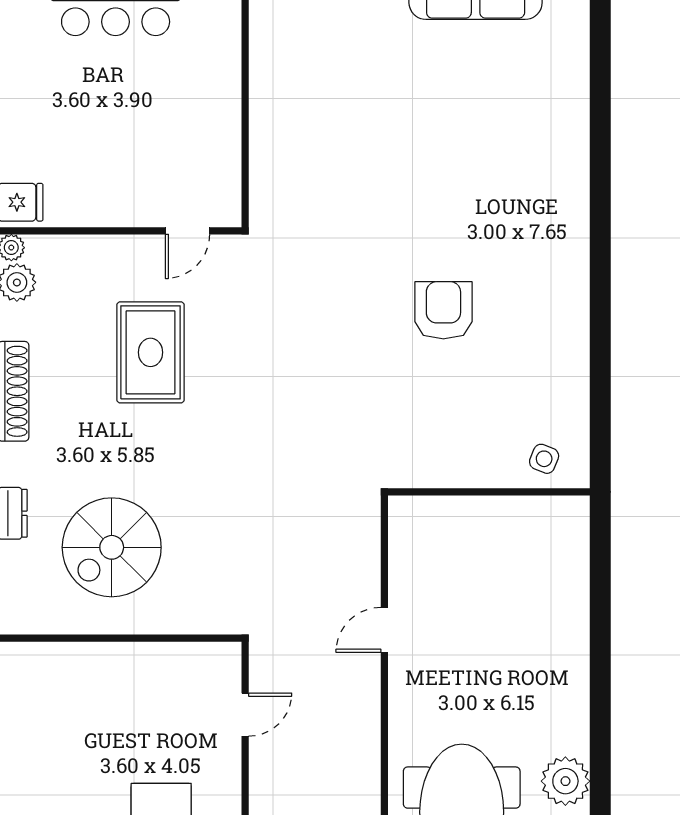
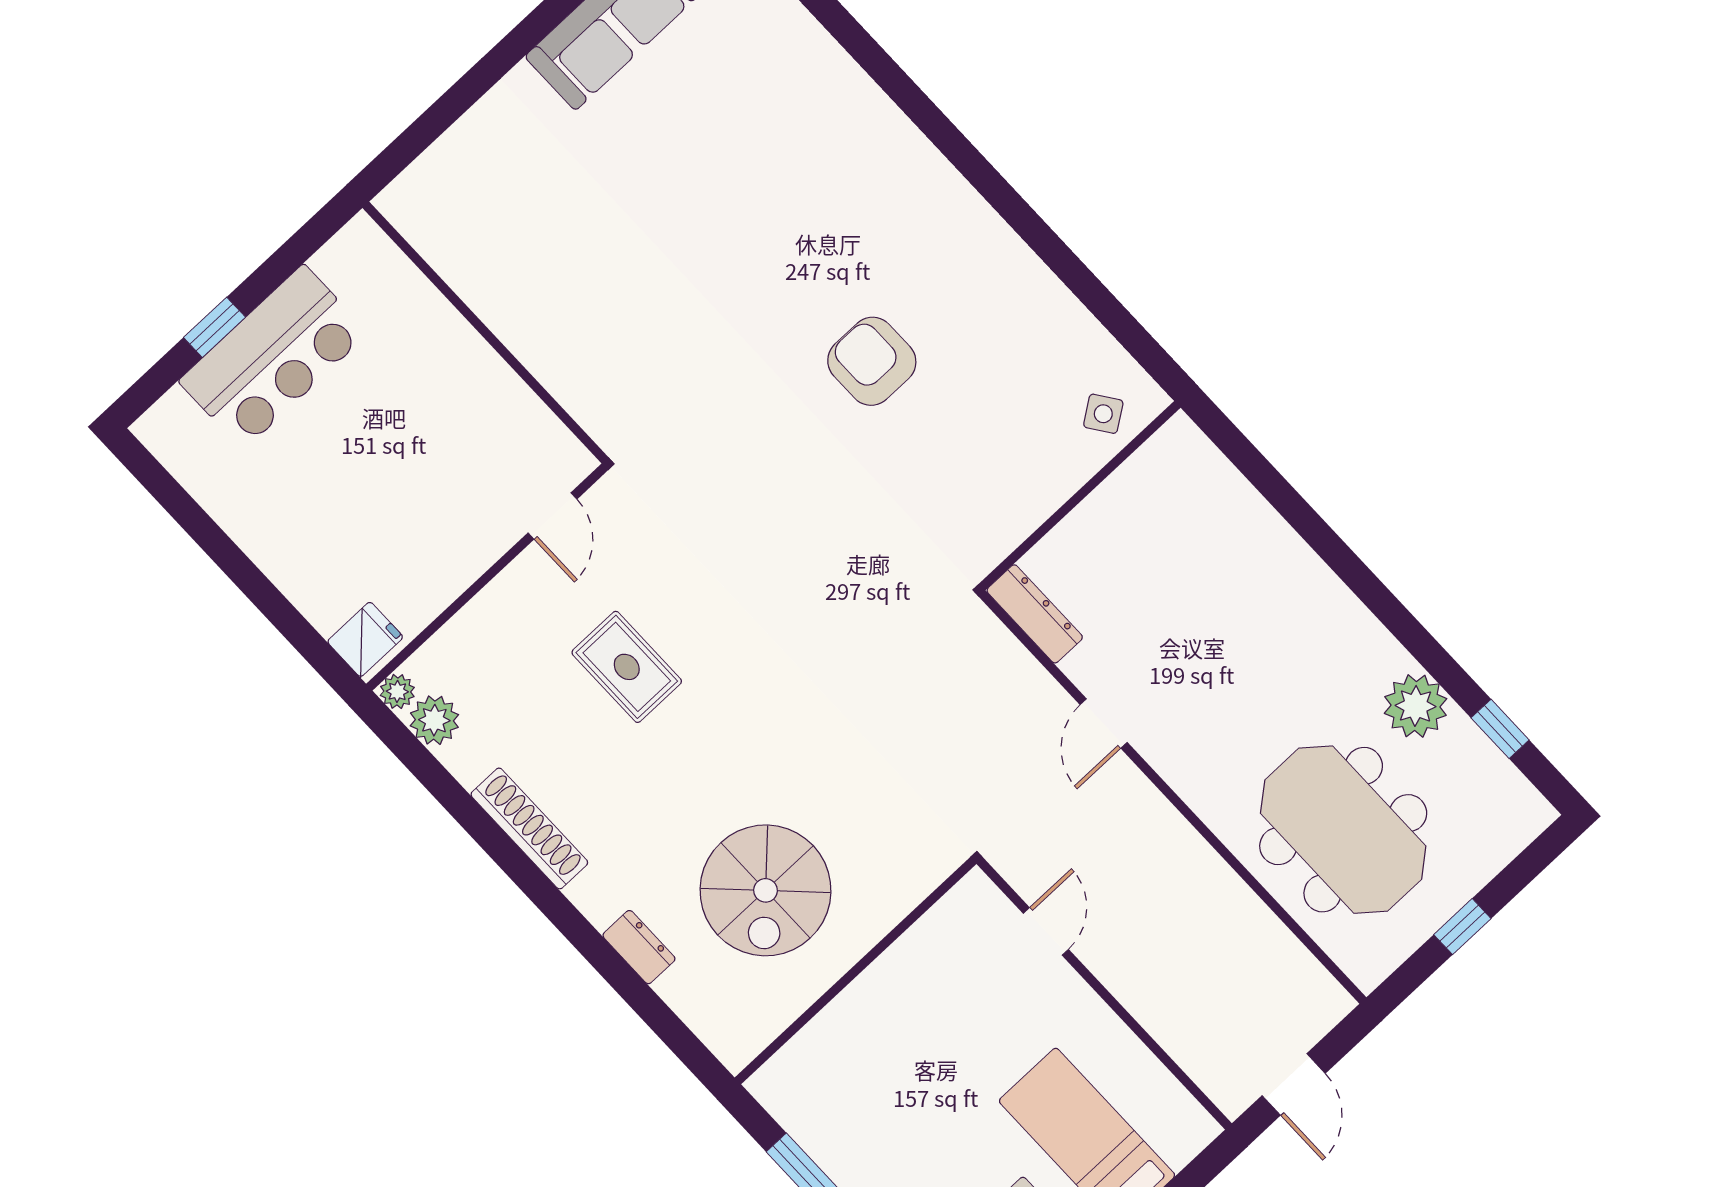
rug: (150, 352) -> (627, 667), width x0.73, depth x0.70
side table: (544, 459) -> (1103, 414), turned 33
dresser: (403, 534) -> (1035, 614), added

